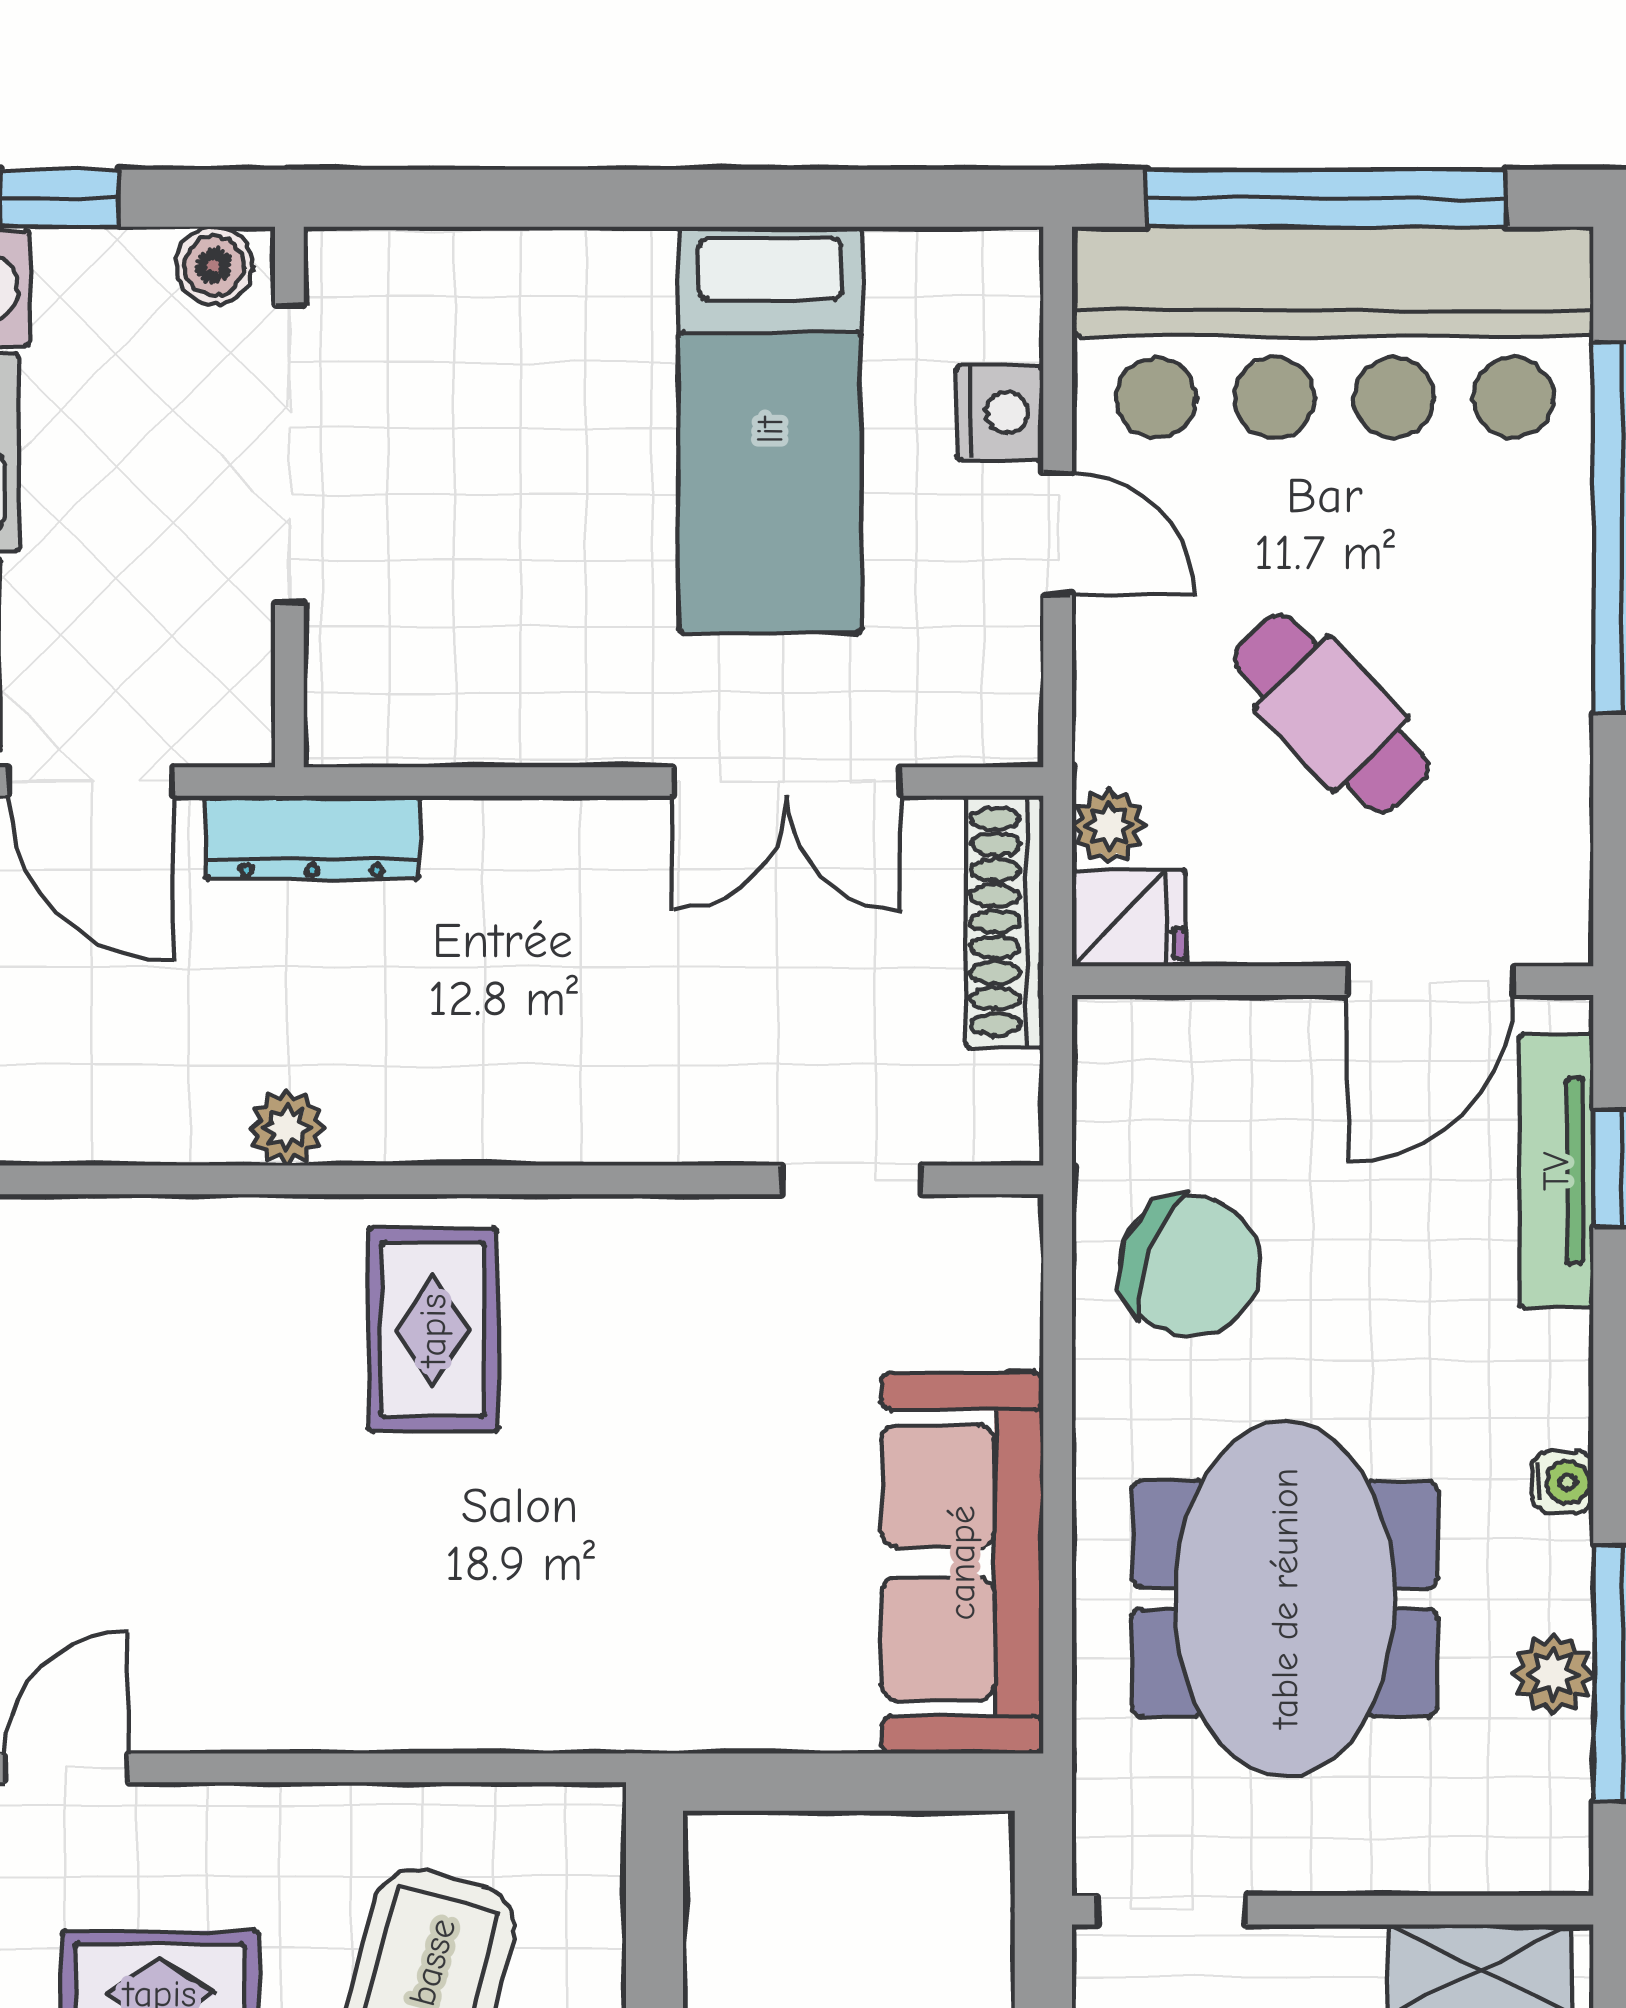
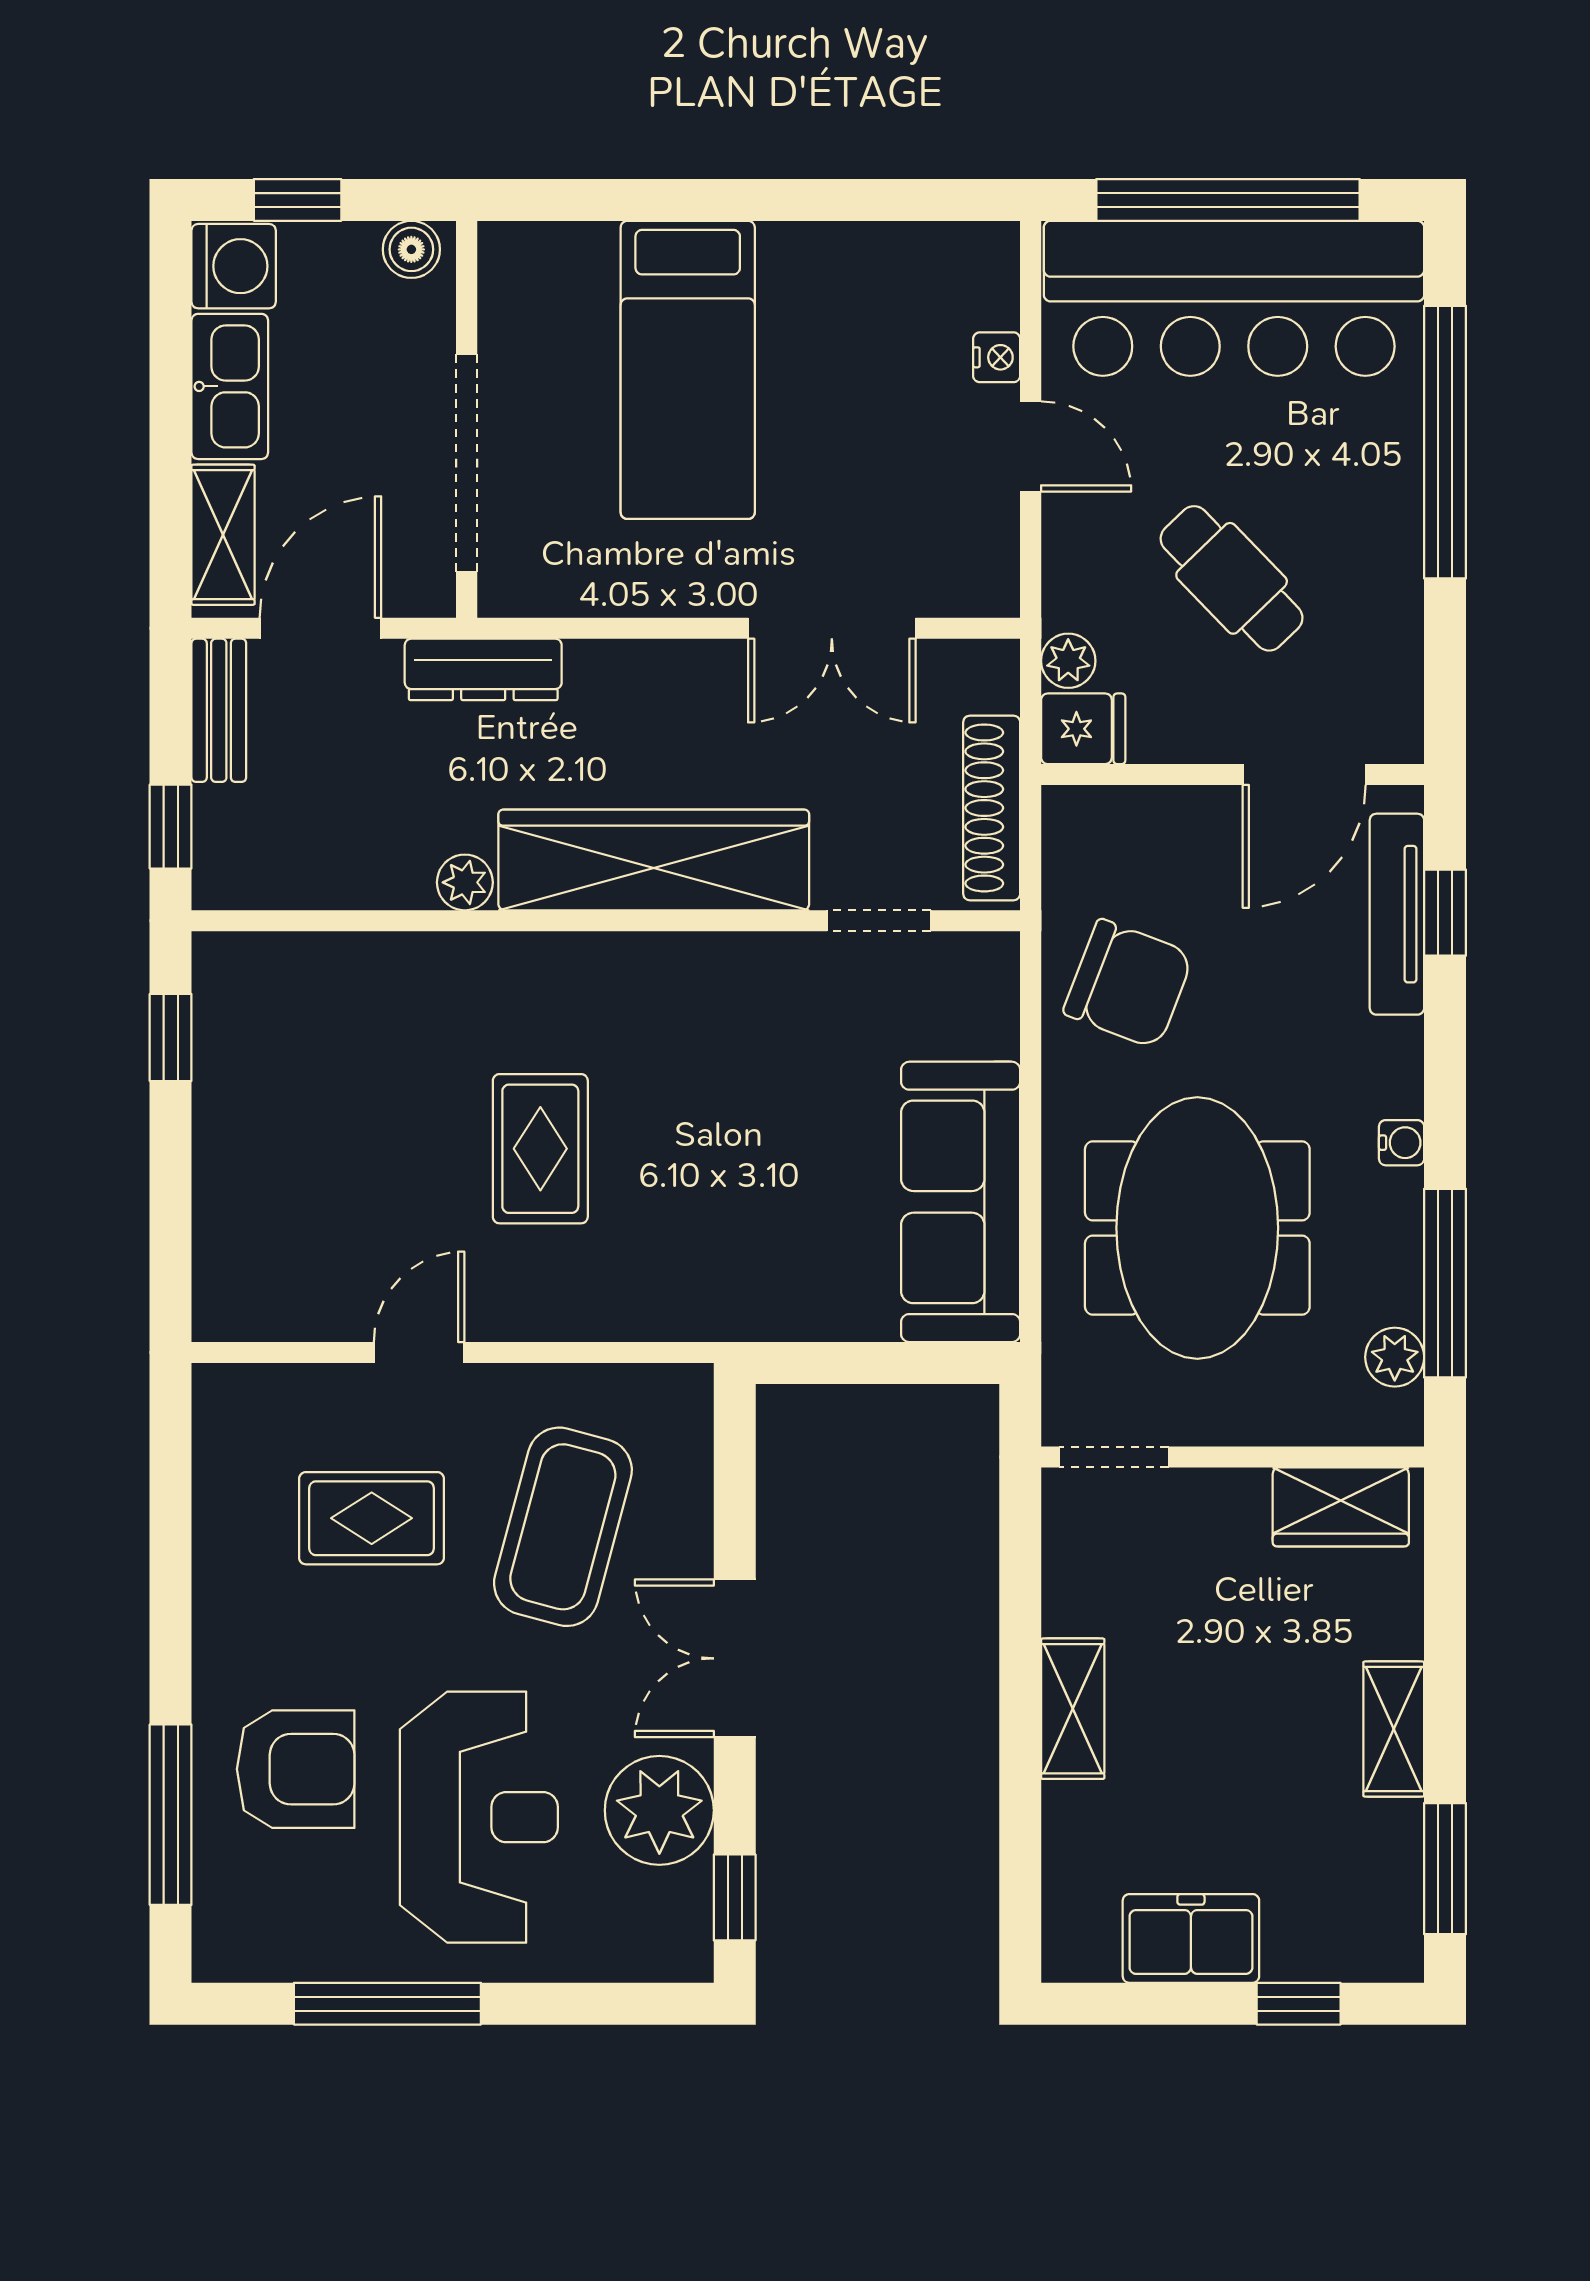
nightstand: (1000, 413) -> (997, 357), width x0.72, depth x0.74
bed: (770, 430) -> (688, 370), moved
doorway: (289, 454) -> (467, 463), moved
door: (90, 782) -> (320, 628), swing flipped
shoe rack: (1005, 921) -> (992, 808), moved
wardrobe: (544, 1097) -> (654, 860), added
rug: (433, 1330) -> (540, 1149), moved
plant: (1553, 1674) -> (1395, 1357), moved
door: (66, 1768) -> (419, 1353), moved

